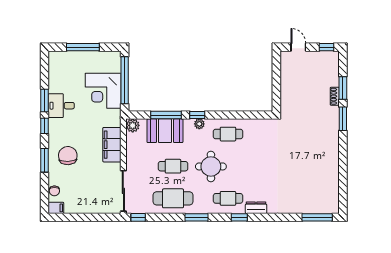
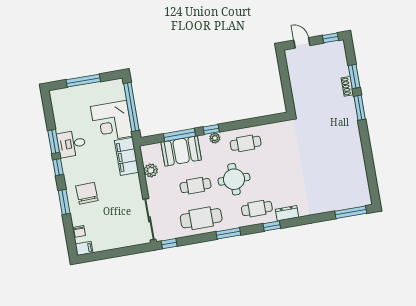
plant: (133, 125) -> (151, 170), moved
filing cabinet: (112, 145) -> (127, 156), moved

